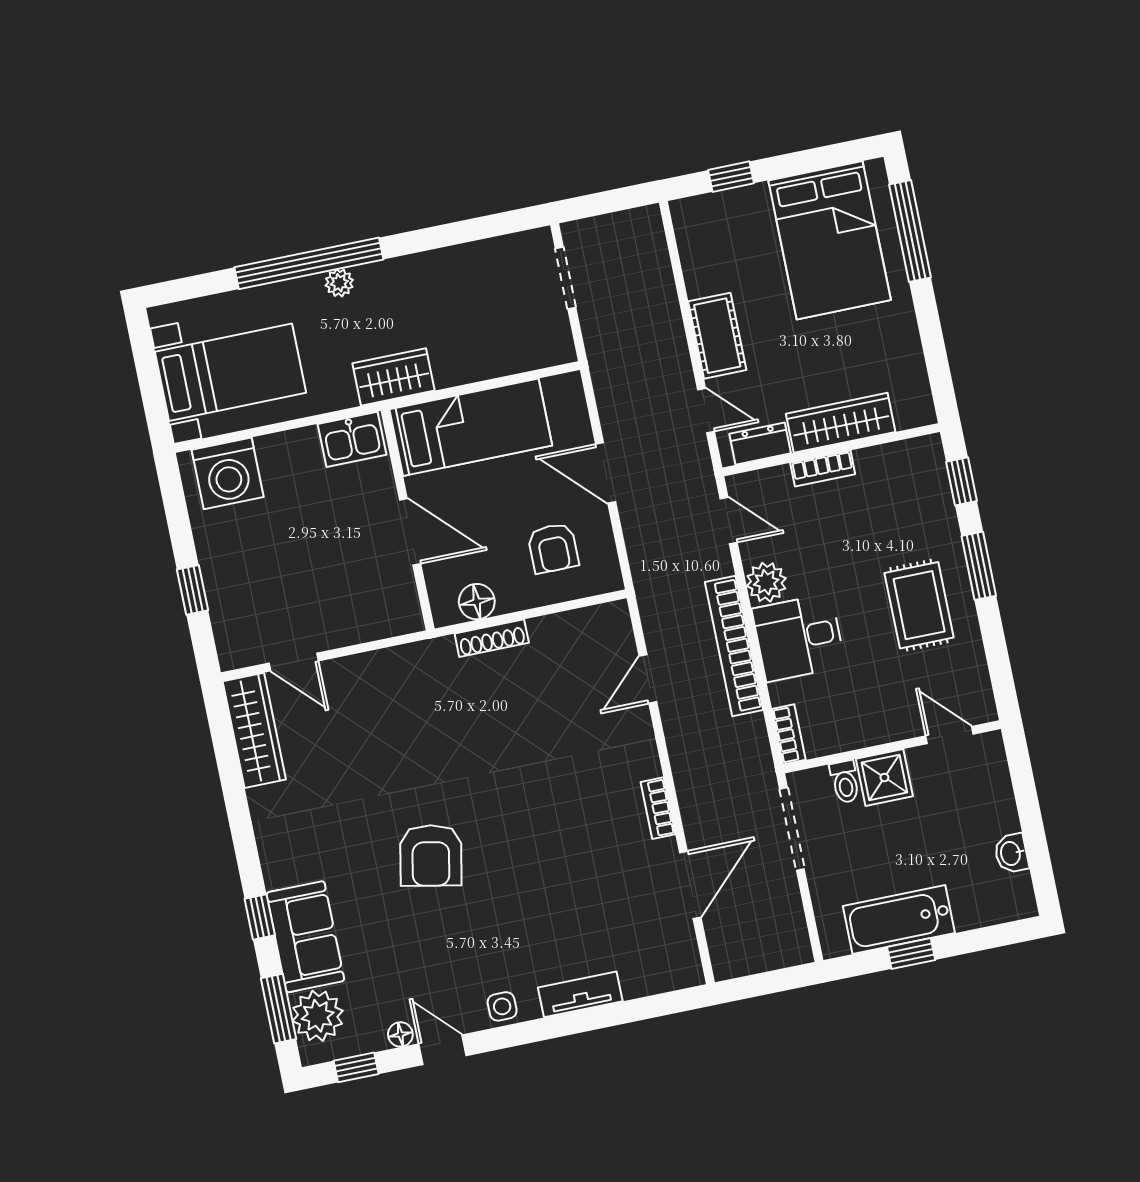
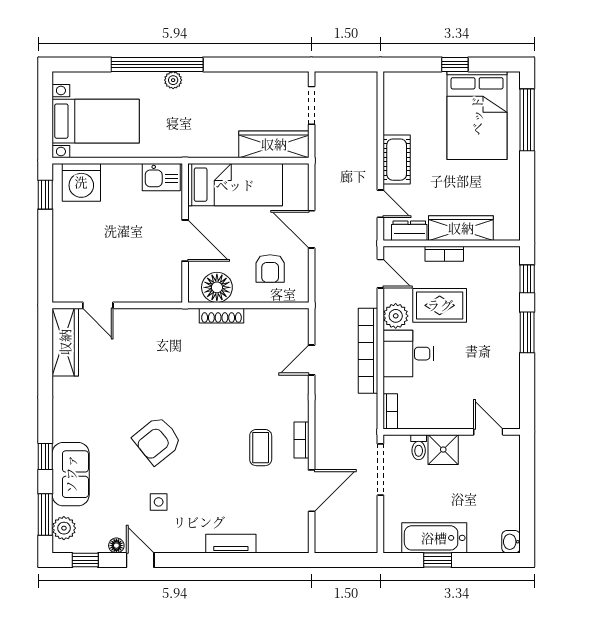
window: (731, 177) -> (455, 64), moved
wardrobe: (394, 377) -> (274, 144), moved, width x1.50
window: (193, 590) -> (45, 195), moved
floor lamp: (477, 602) -> (217, 287), width x1.38, depth x1.38
rug: (919, 605) -> (440, 305), moved, turned 90
coffee table: (596, 833) -> (261, 448), added
washbasin: (1011, 853) -> (511, 542), moved
armchair: (431, 855) -> (157, 440), turned 40
side table: (502, 1006) -> (159, 502), moved
plant: (318, 1016) -> (64, 528), width x0.73, depth x0.73

